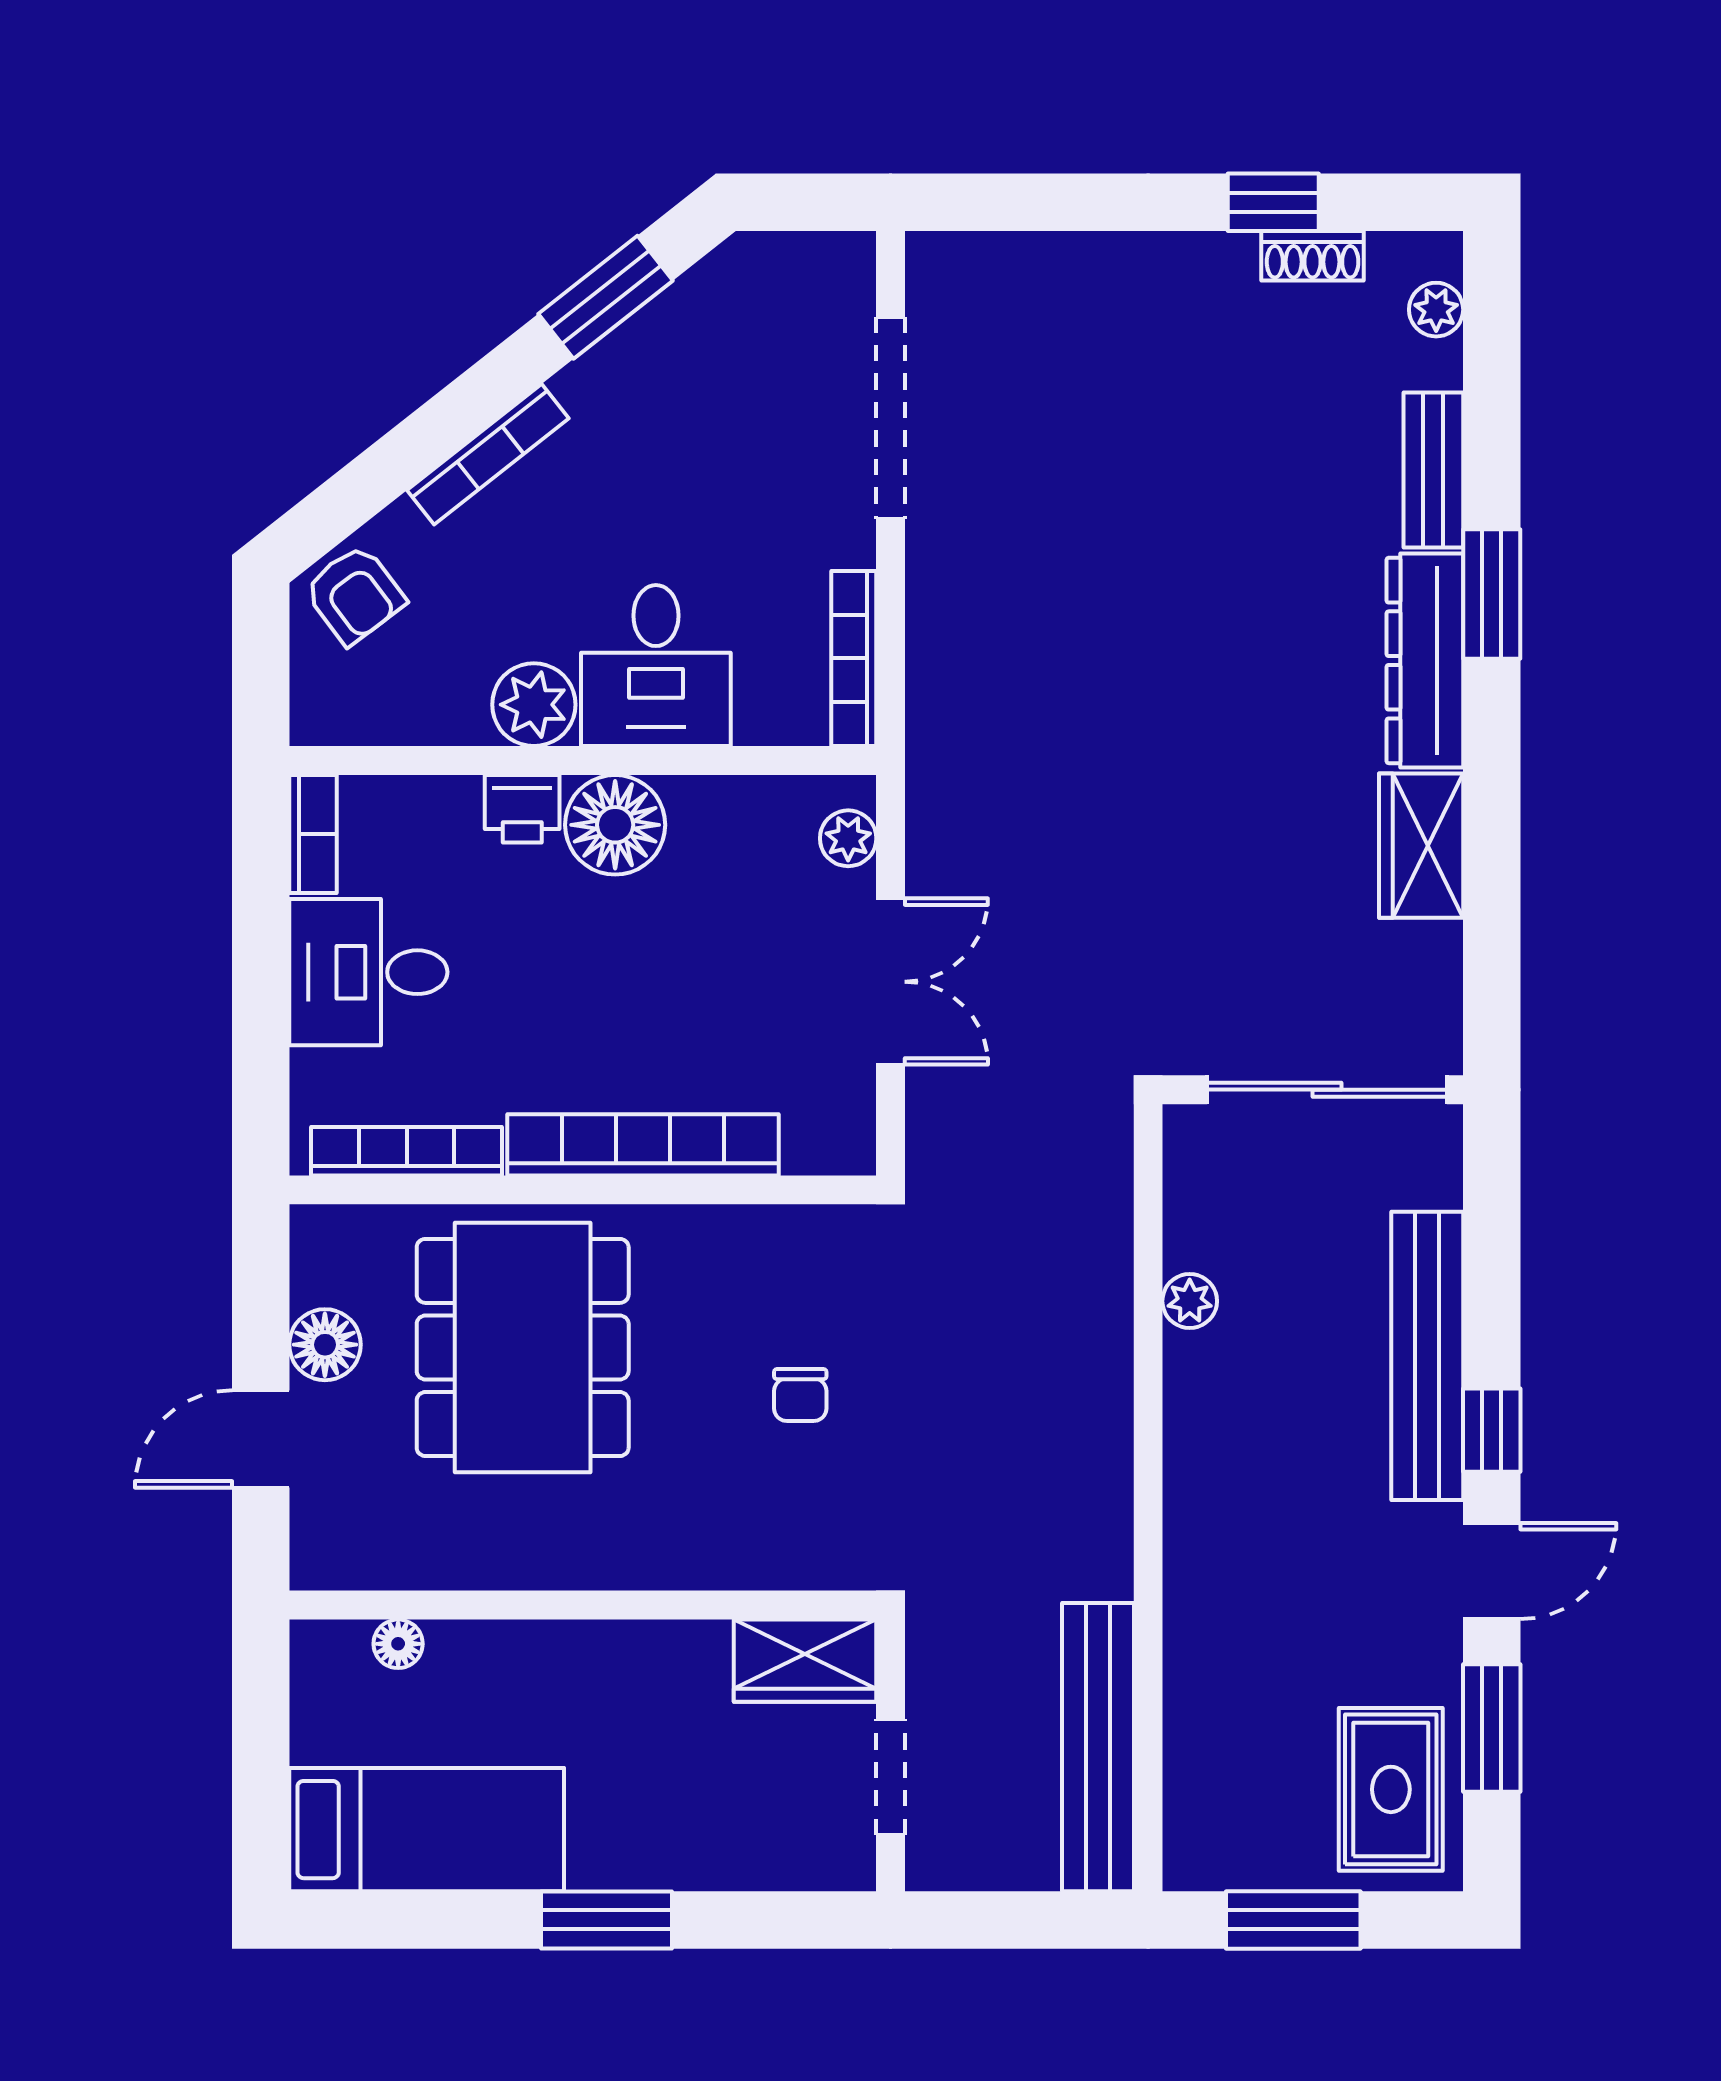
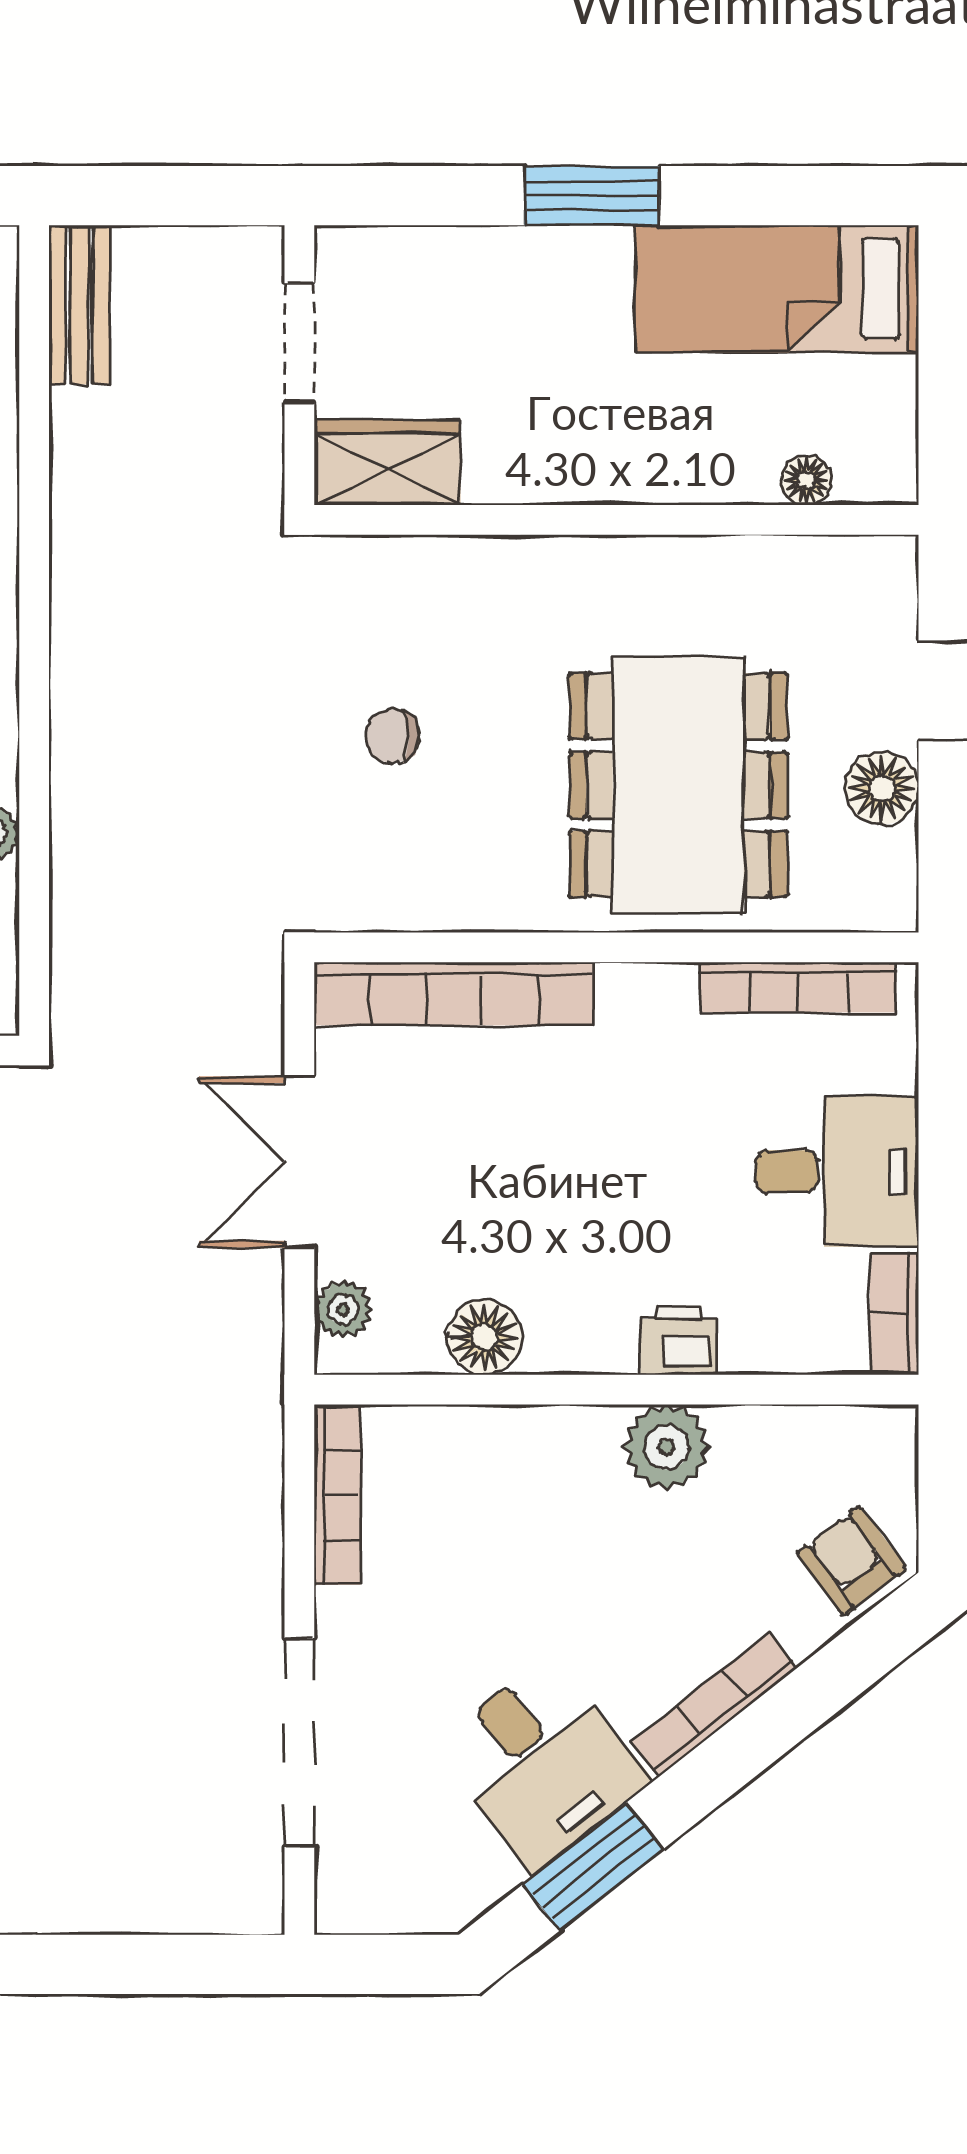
desk: (656, 666) -> (542, 1763), moved, turned 142
floor lamp: (615, 825) -> (484, 1337), moved, width x0.73, depth x0.73
bookcase: (643, 1145) -> (454, 994), moved
chair: (800, 1395) -> (392, 736), turned -90
bench: (1098, 1747) -> (79, 305), width x0.54, depth x0.82

